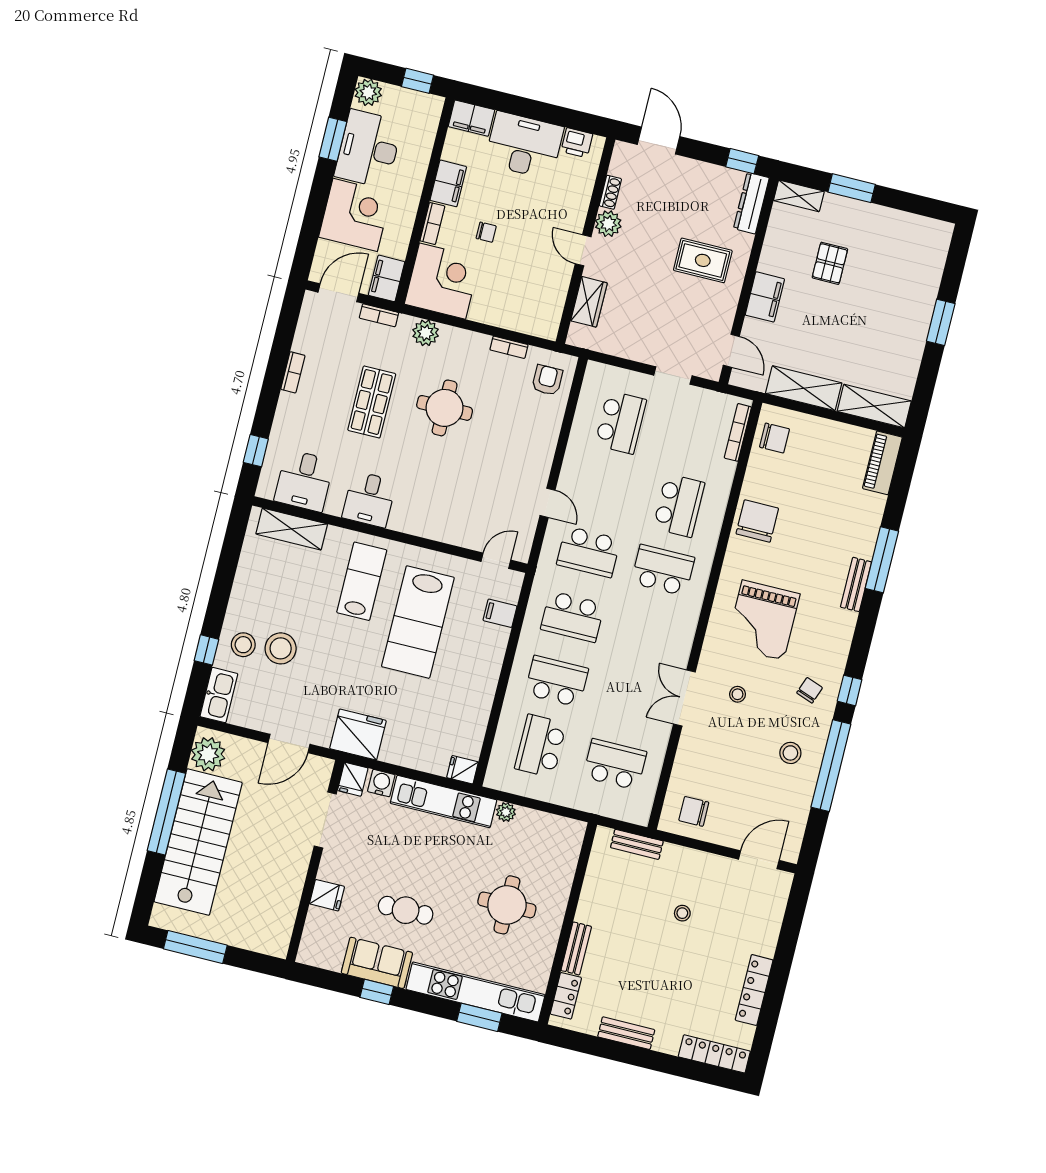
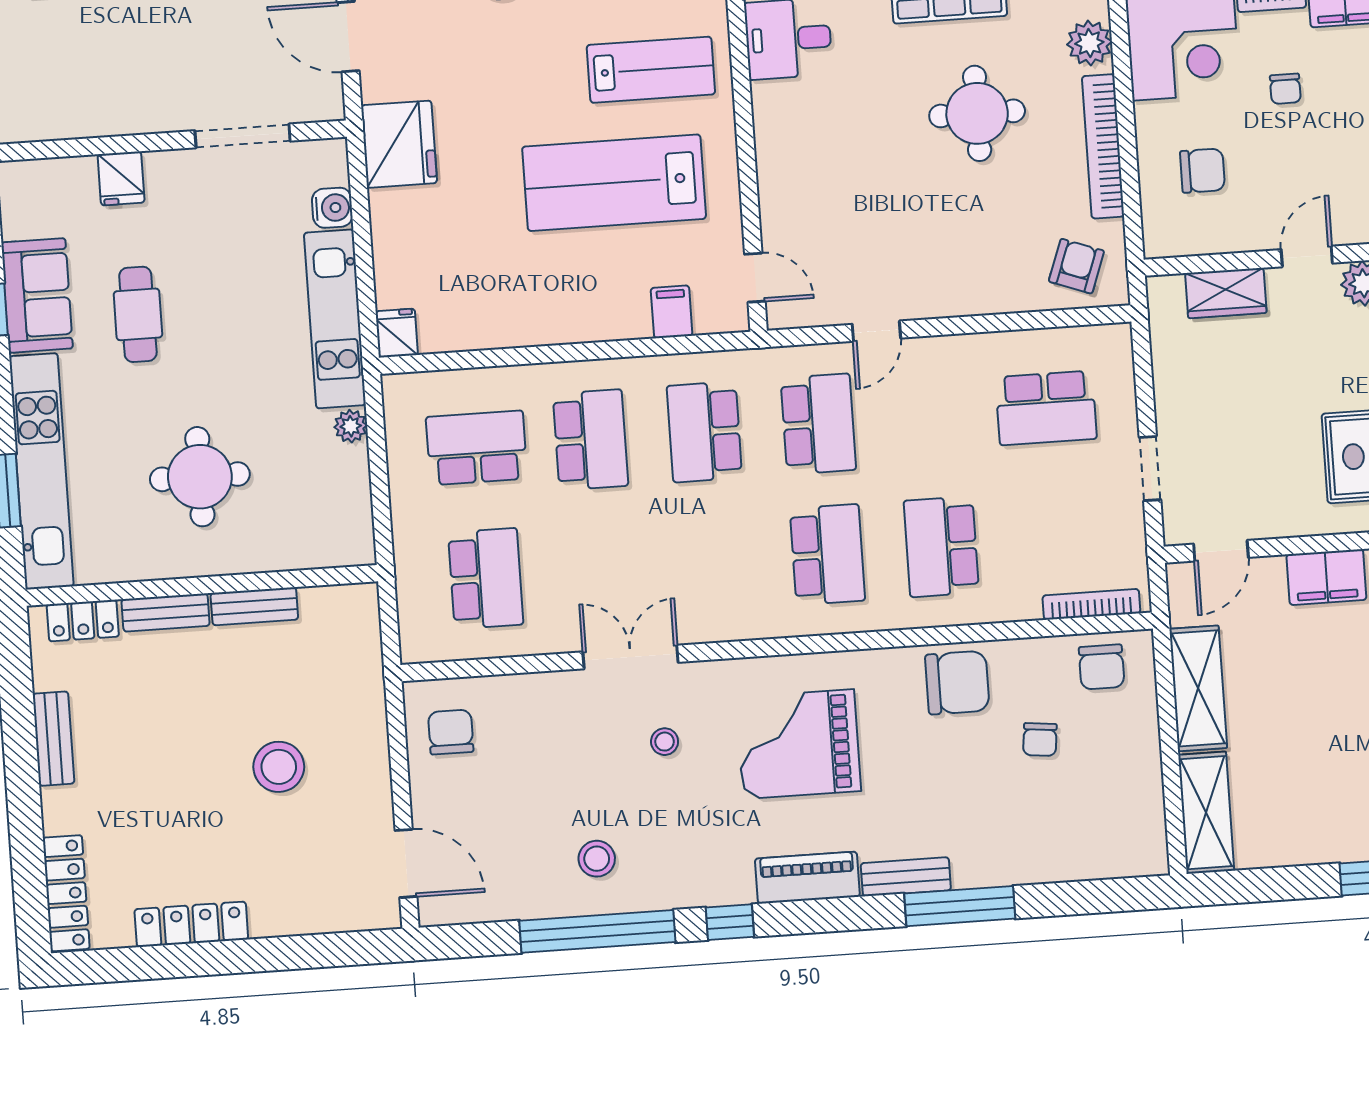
chair: (517, 293) -> (1202, 171), added
bookcase: (509, 347) -> (1103, 146), width x2.31, depth x1.31
armchair: (547, 380) -> (1076, 266), turned -70
piano: (882, 463) -> (807, 878), moved
school desk: (679, 505) -> (941, 547), turned 90
school desk: (589, 552) -> (818, 424), turned 180
chair: (810, 690) -> (1040, 739), moved, turned 76
fridge: (353, 779) -> (324, 159), removed
bench: (637, 844) -> (254, 606), moved, turned 90
stool: (682, 913) -> (279, 767), width x1.89, depth x1.89

